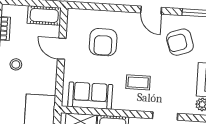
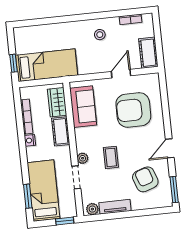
armchair: (103, 42) -> (133, 110), width x1.36, depth x1.36
coffee table: (138, 82) -> (111, 157), moved
plant: (146, 106) -> (83, 158), added

